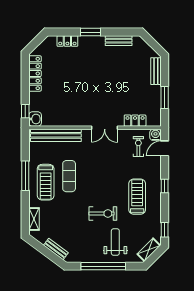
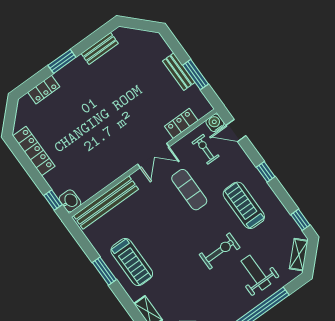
bench: (156, 71) -> (179, 72), moved
door: (165, 148) -> (236, 131), hinge flipped
window: (25, 176) -> (104, 271), width x0.69
exercise mat: (69, 176) -> (189, 190), moved

